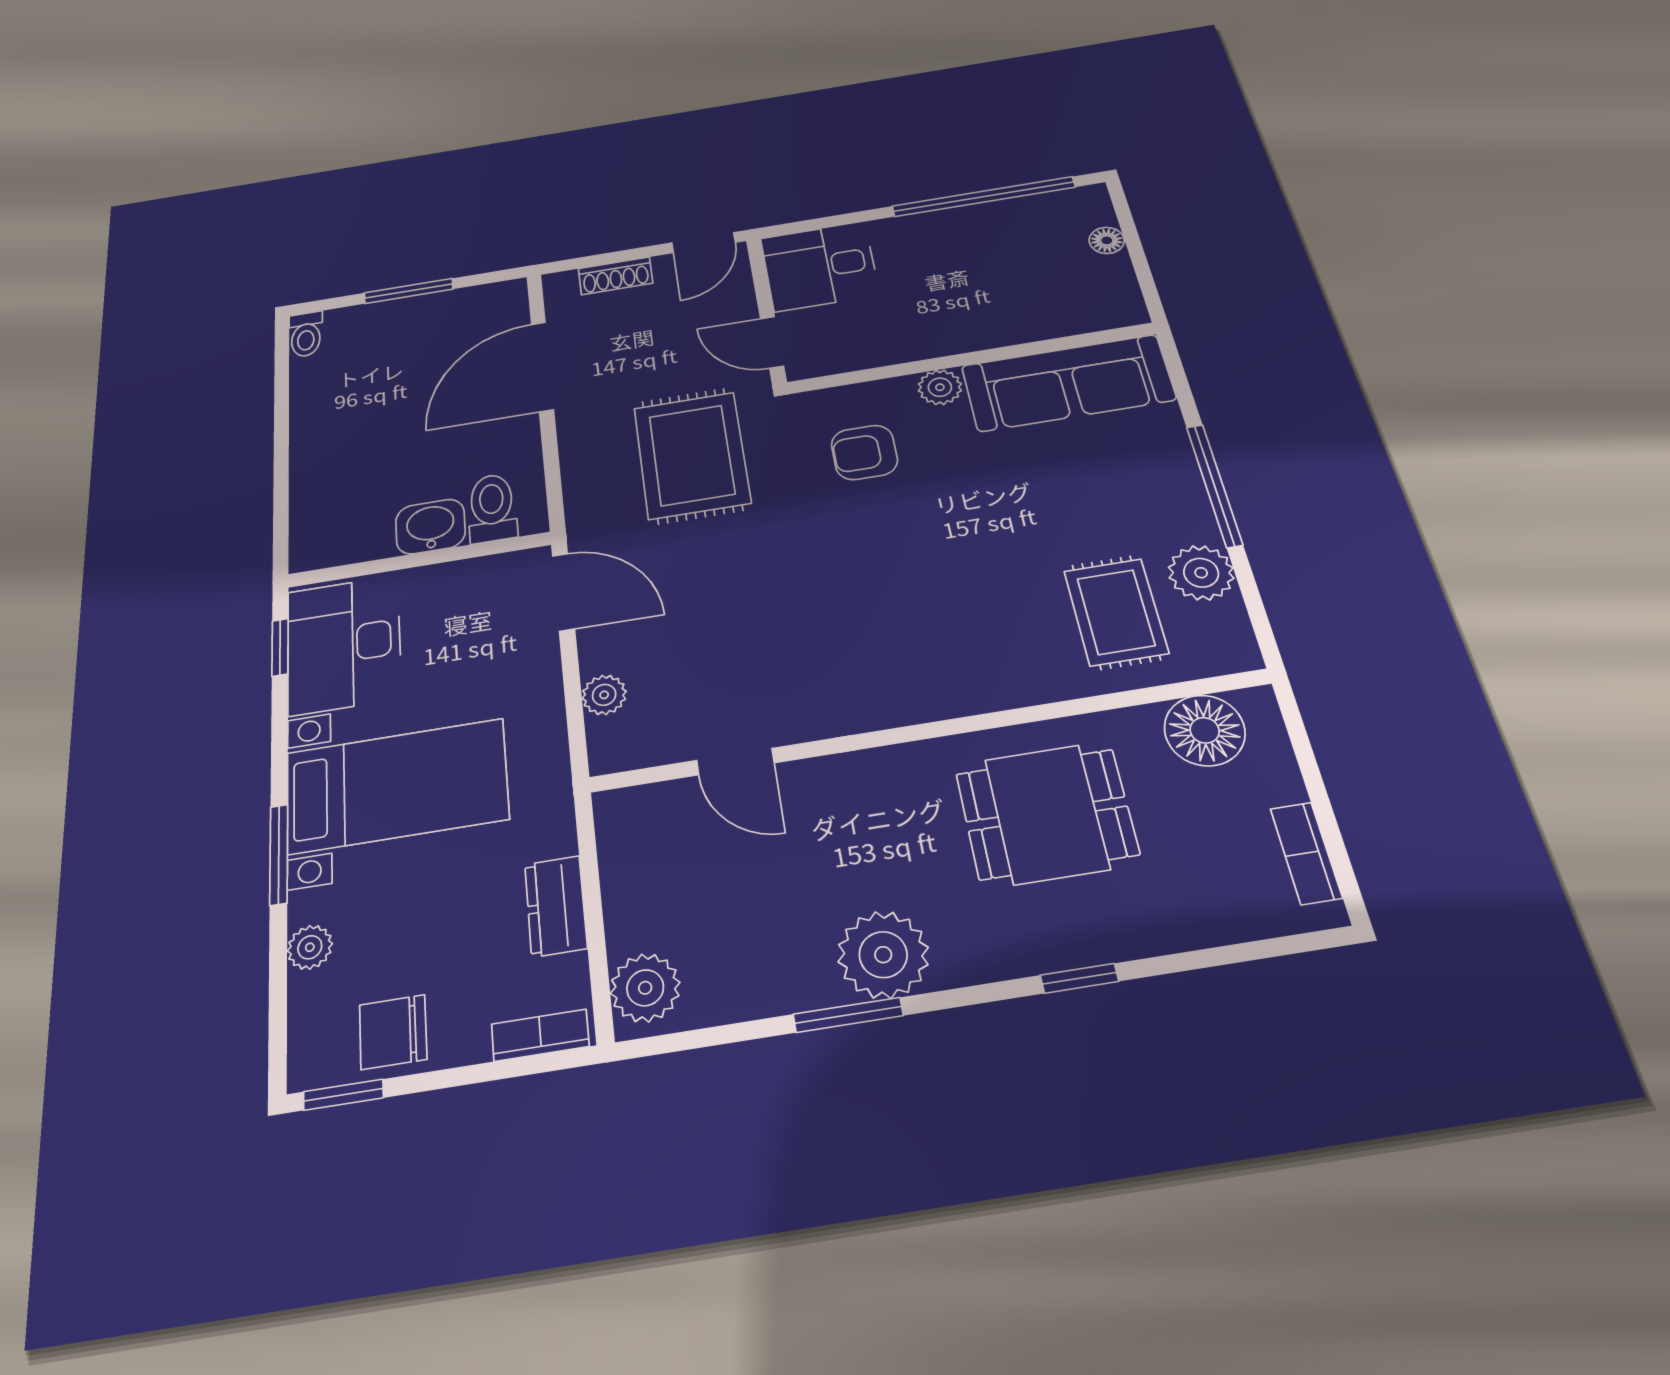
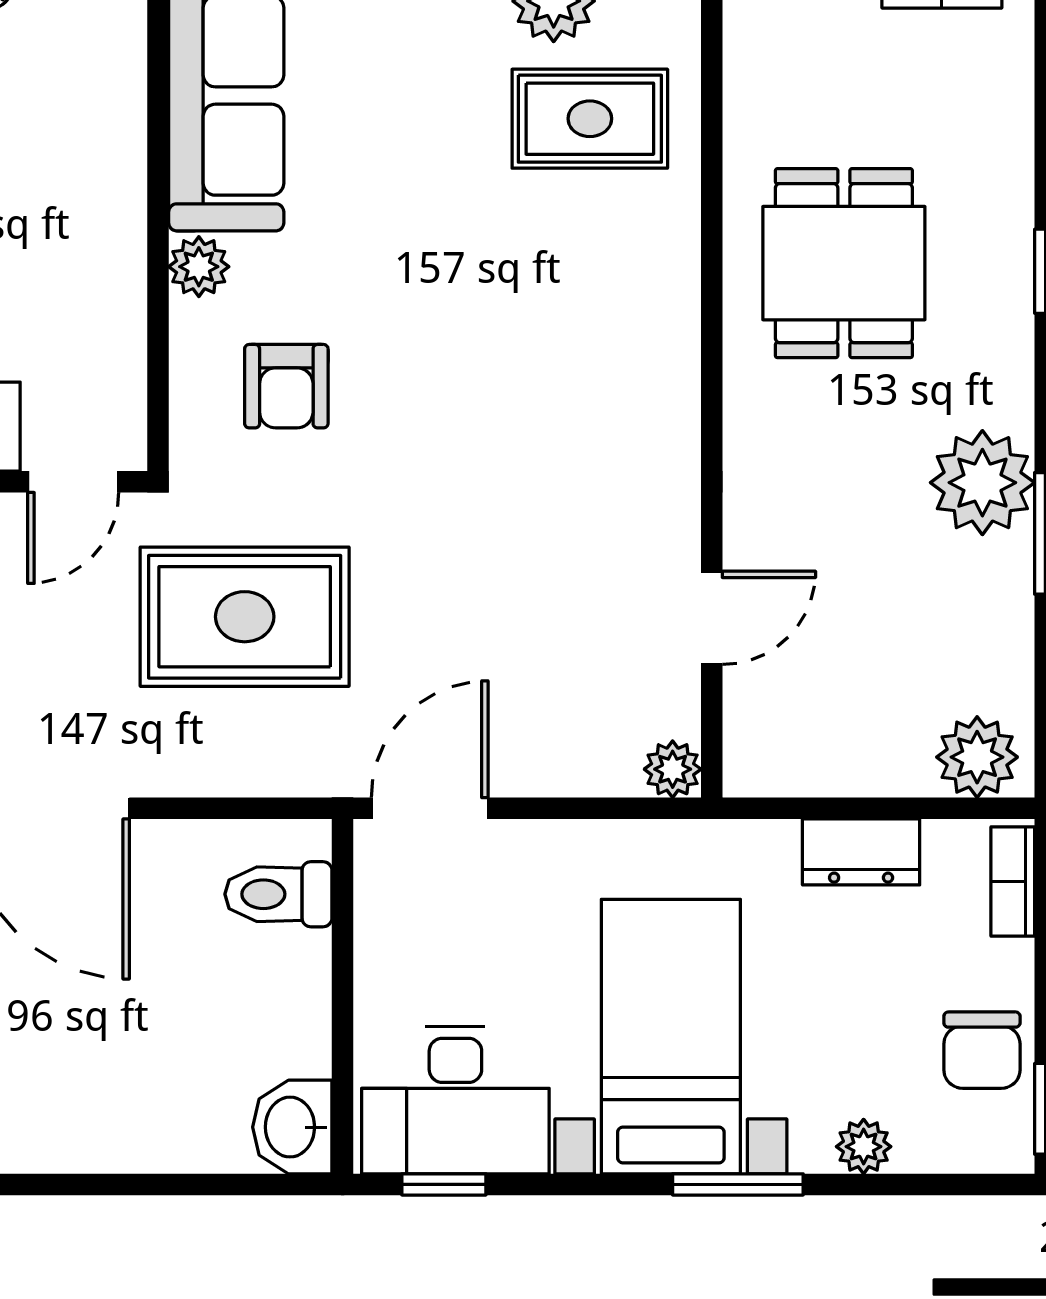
washbasin: (430, 527) -> (292, 1127), moved
plant: (604, 695) -> (673, 769), moved
floor lamp: (1205, 730) -> (769, 55), removed

